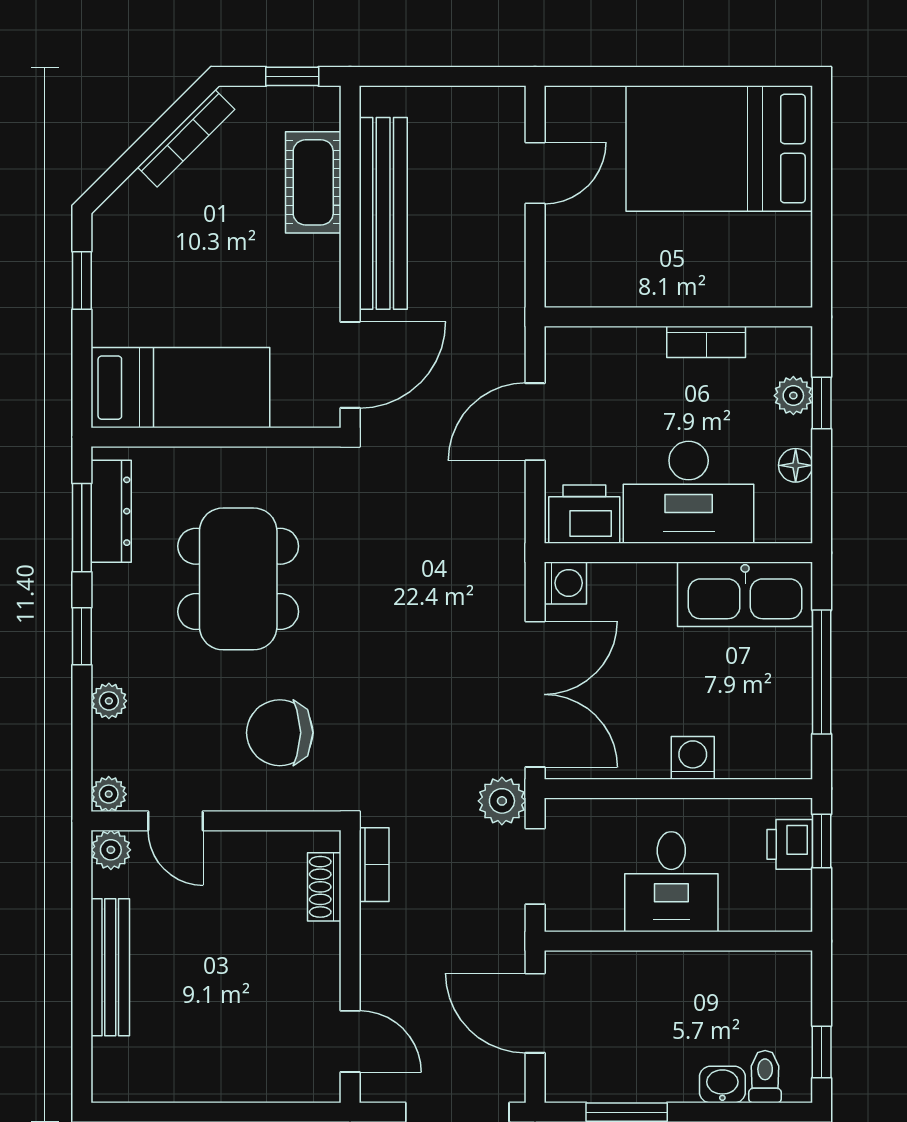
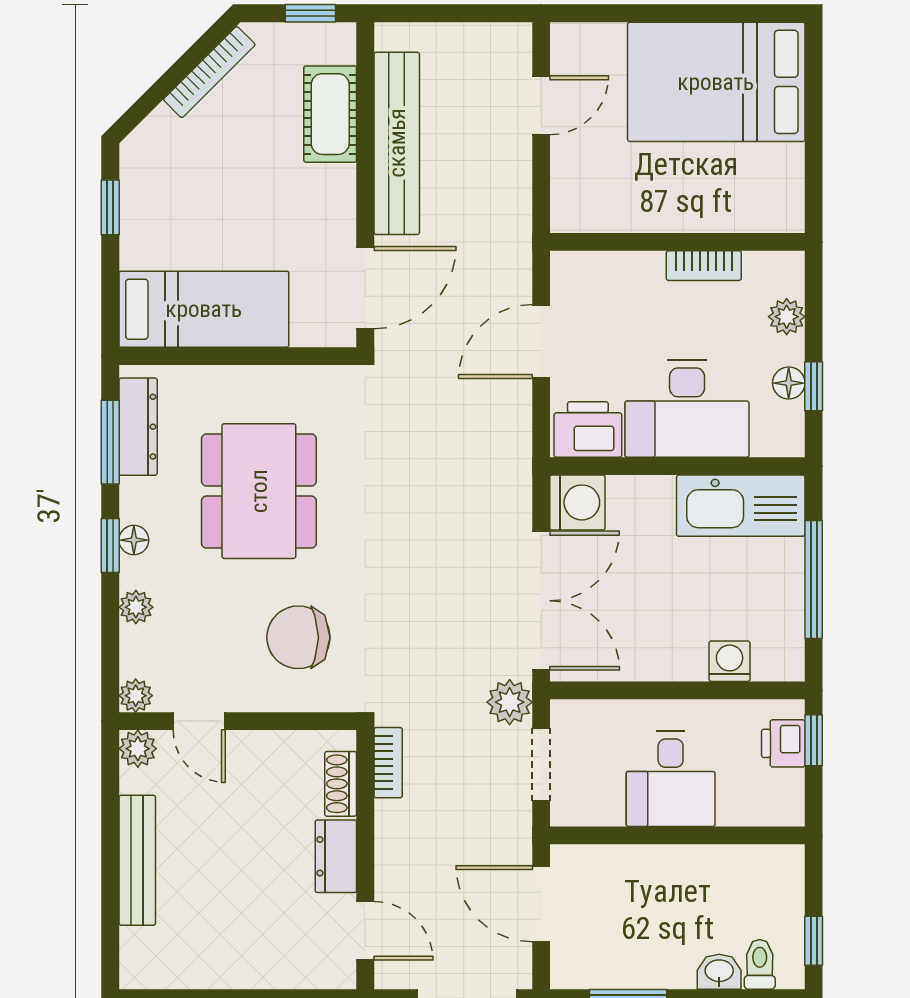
window: (822, 403) -> (814, 386), moved
washing machine: (565, 583) -> (577, 502), width x1.38, depth x1.38
floor lamp: (107, 630) -> (134, 540), added
washing machine: (693, 758) -> (730, 661), moved
dresser: (319, 963) -> (336, 856), added

